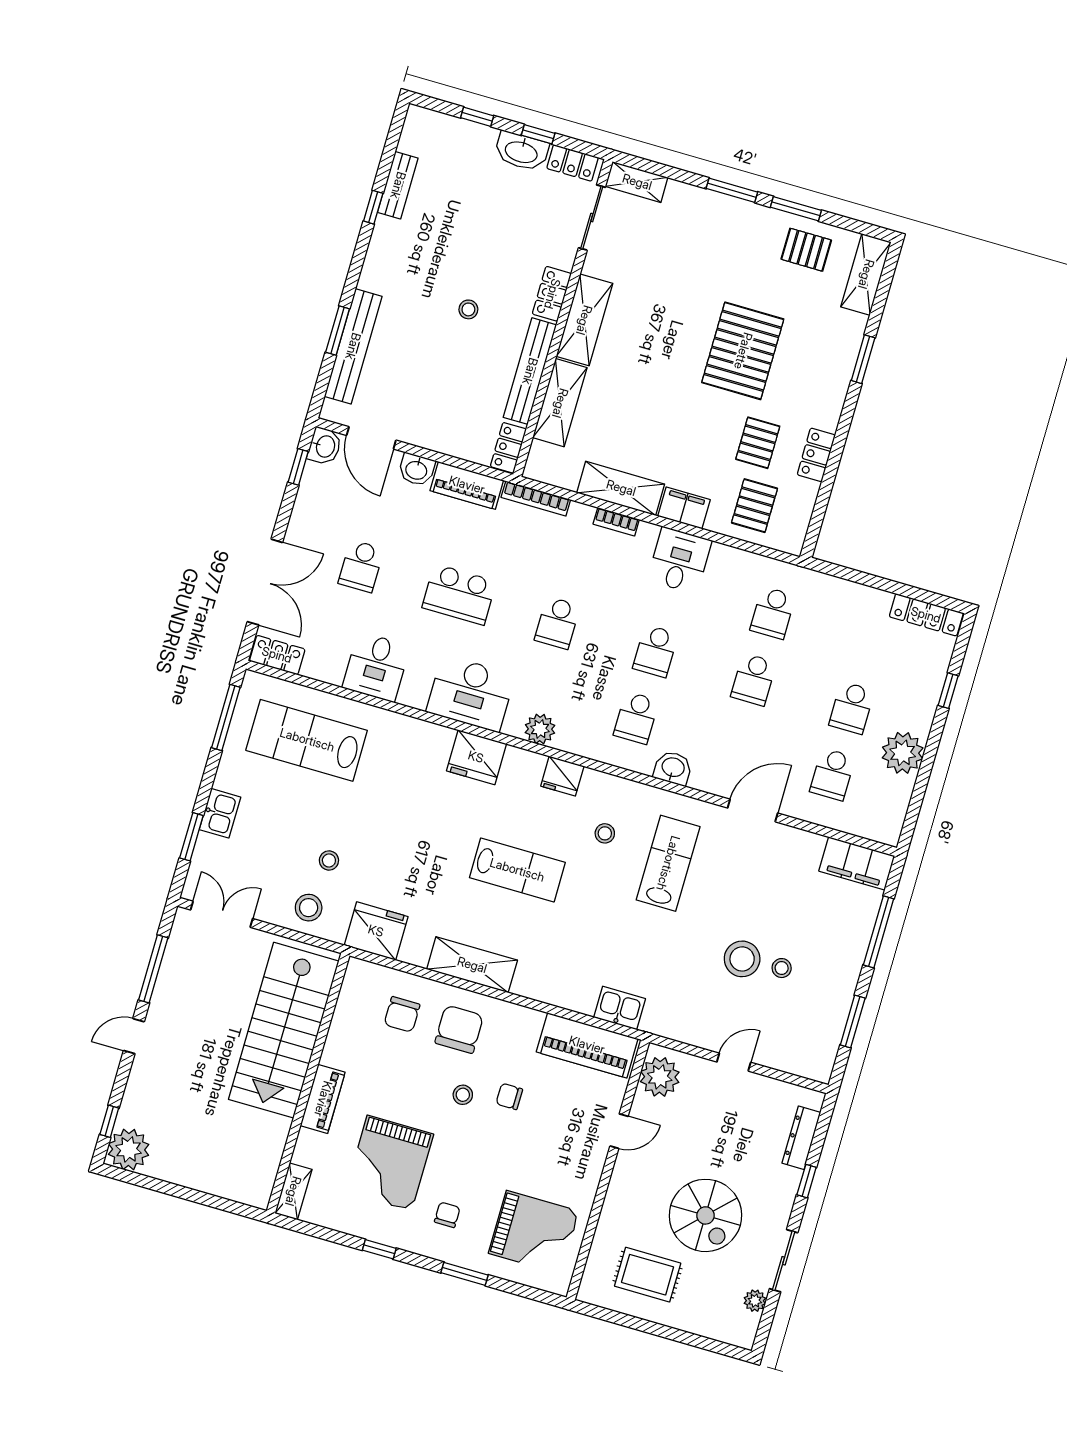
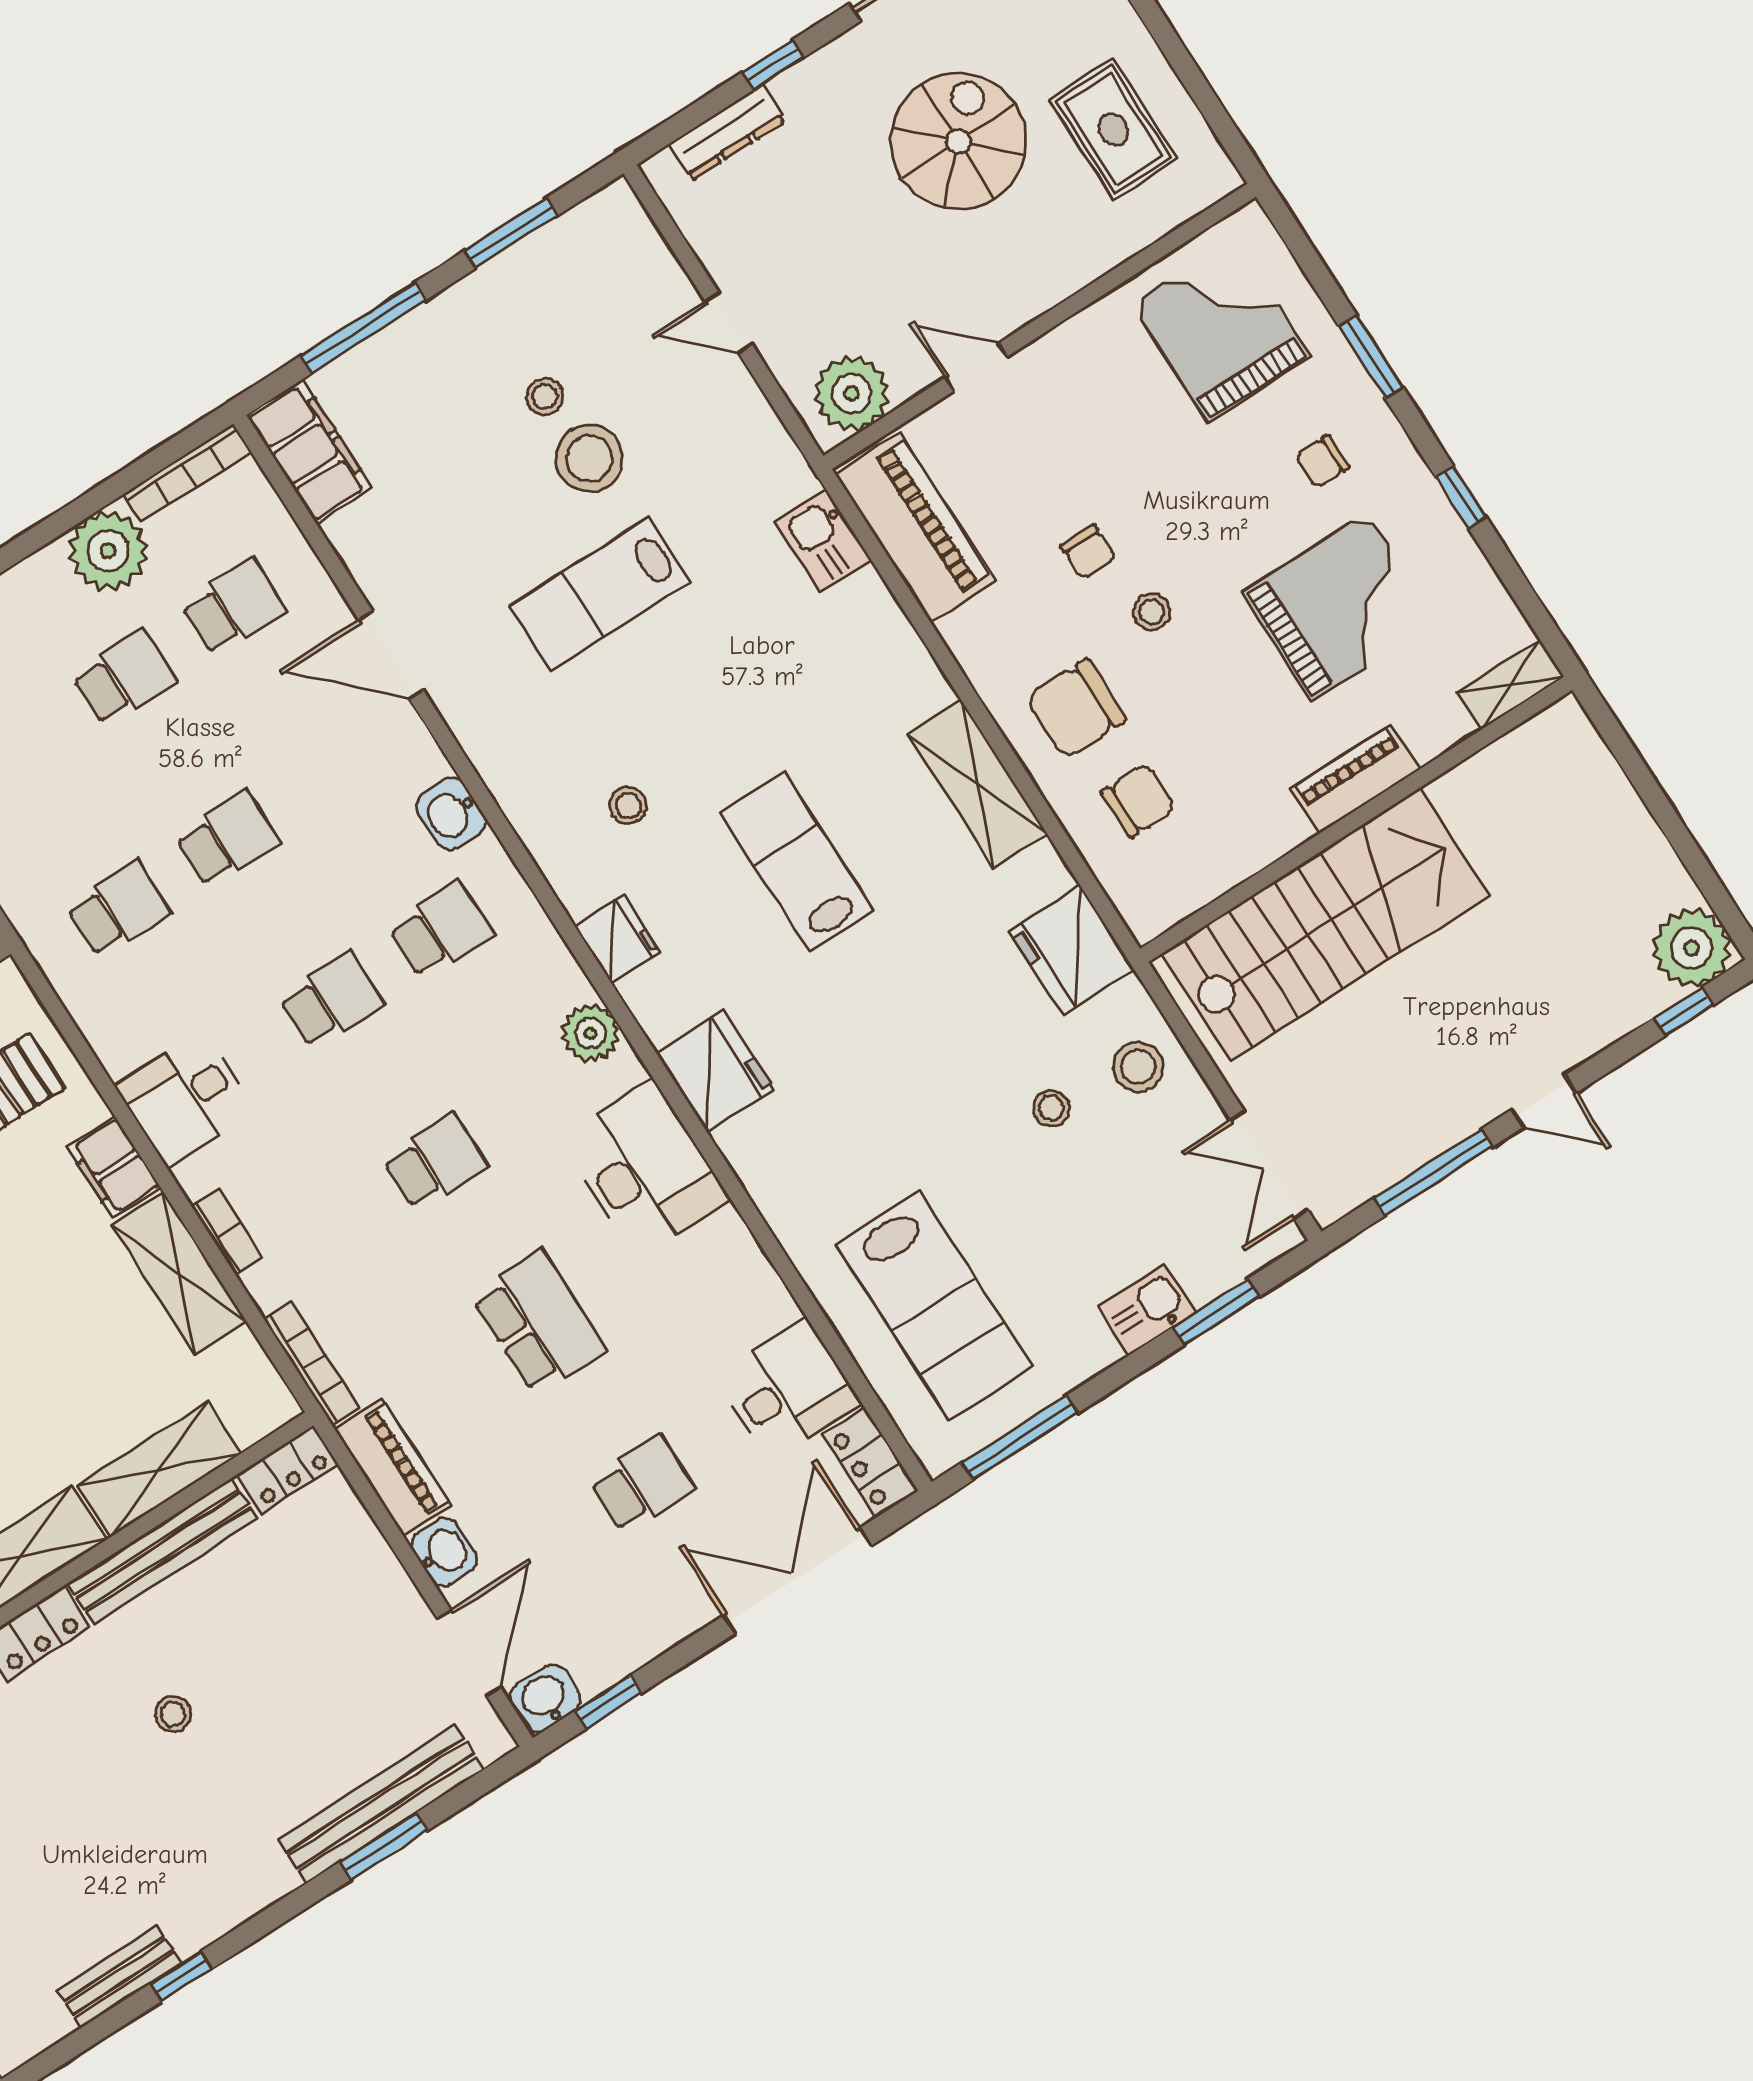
desk: (376, 667) -> (788, 1390), moved
bookcase: (898, 812) -> (187, 473), added
lab bench: (668, 863) -> (600, 594), moved

